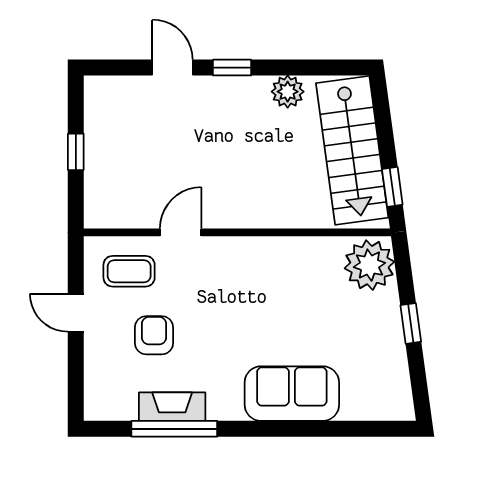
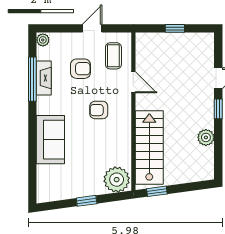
stairs: (352, 150) -> (149, 147), moved, turned 98
armchair: (234, 300) -> (99, 110), added
plant: (98, 408) -> (43, 40), added

